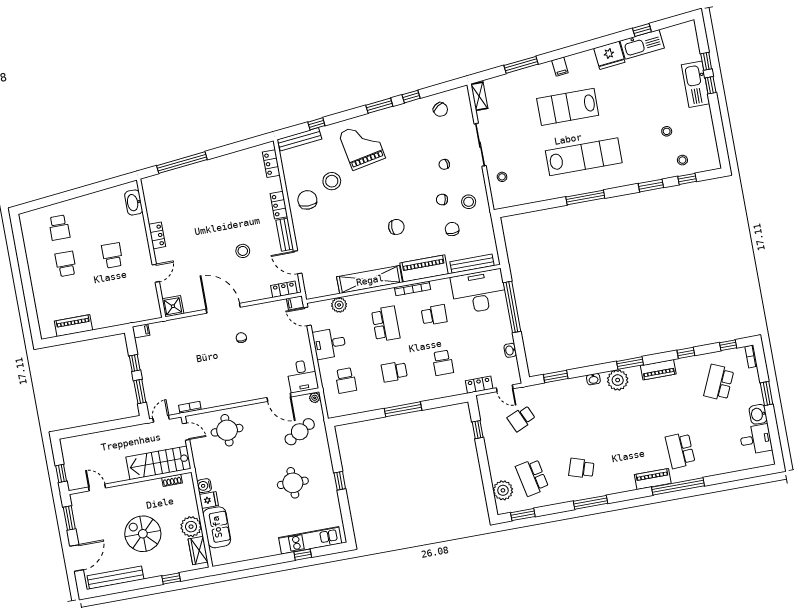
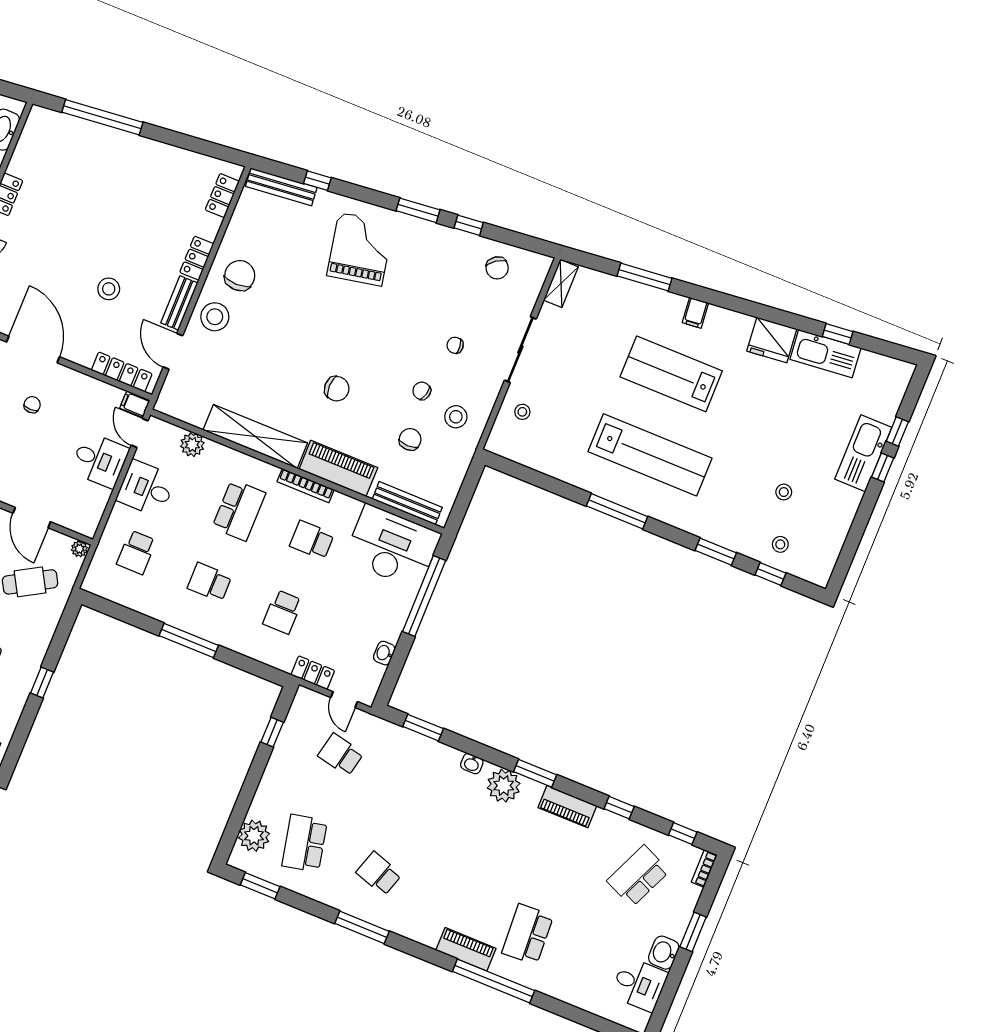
stool: (332, 181) -> (215, 317), moved
locker: (284, 289) -> (122, 372), width x1.53
school desk: (434, 315) -> (312, 540), turned 180
desk: (302, 376) -> (100, 460), moved, turned -90
school desk: (521, 418) -> (341, 755), turned 36

